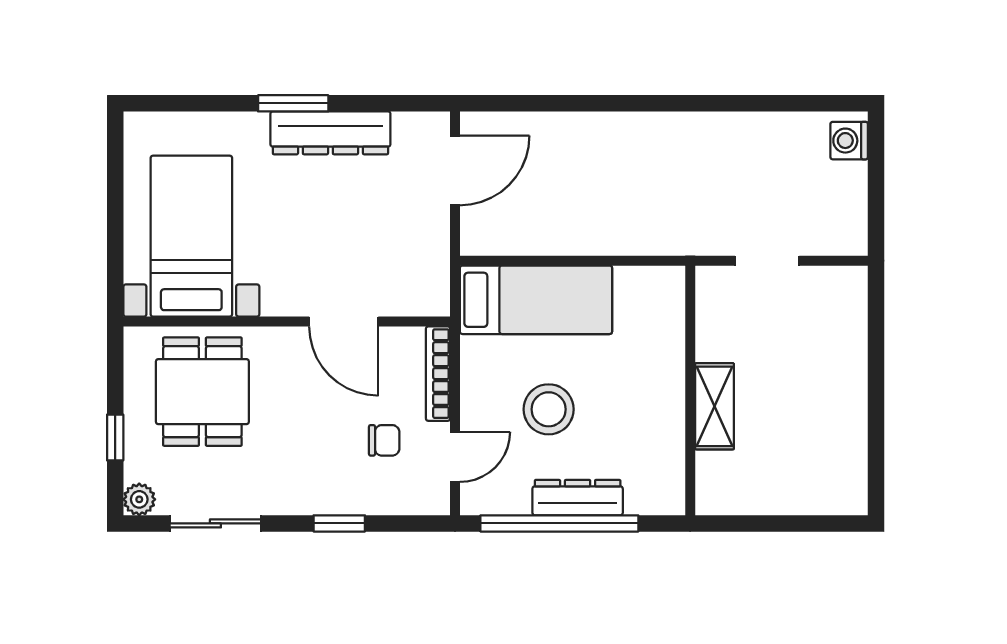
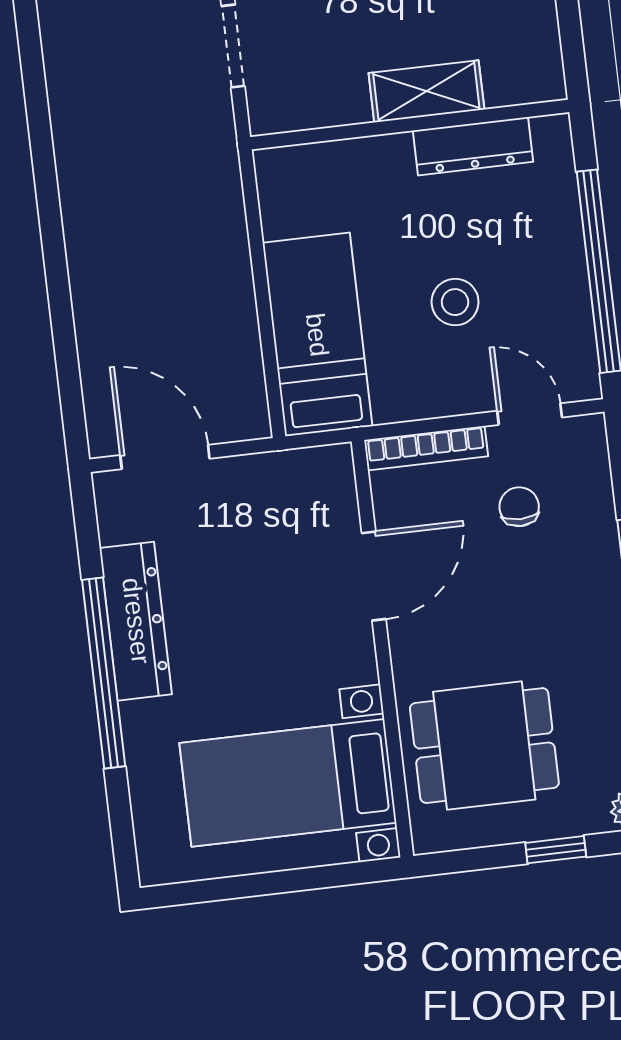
window: (293, 103) -> (104, 673), width x2.11
stool: (549, 409) -> (455, 302), width x0.73, depth x0.73
dresser: (578, 498) -> (473, 146), moved, turned -90

